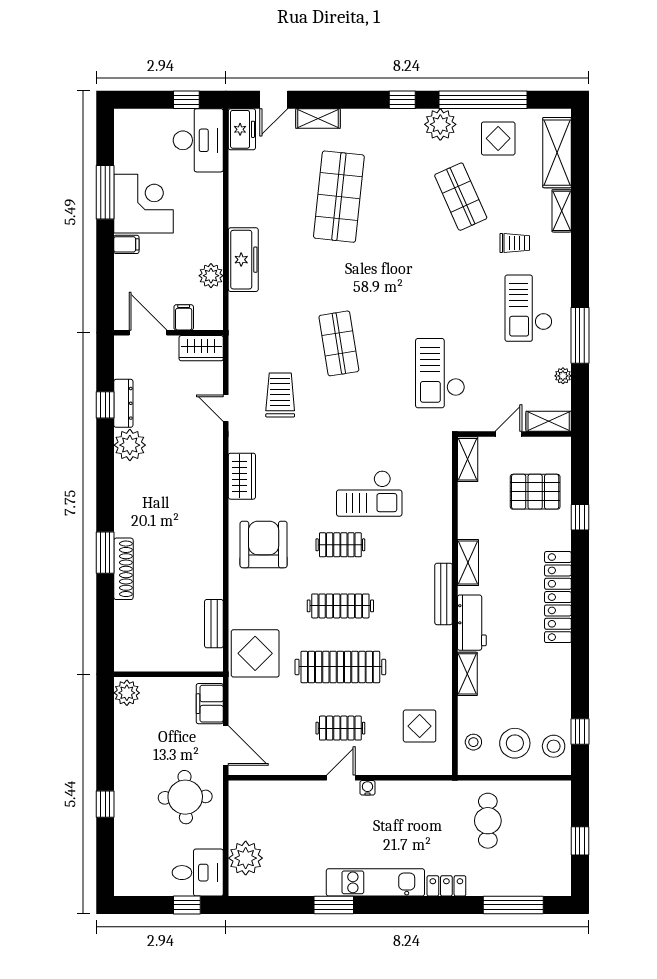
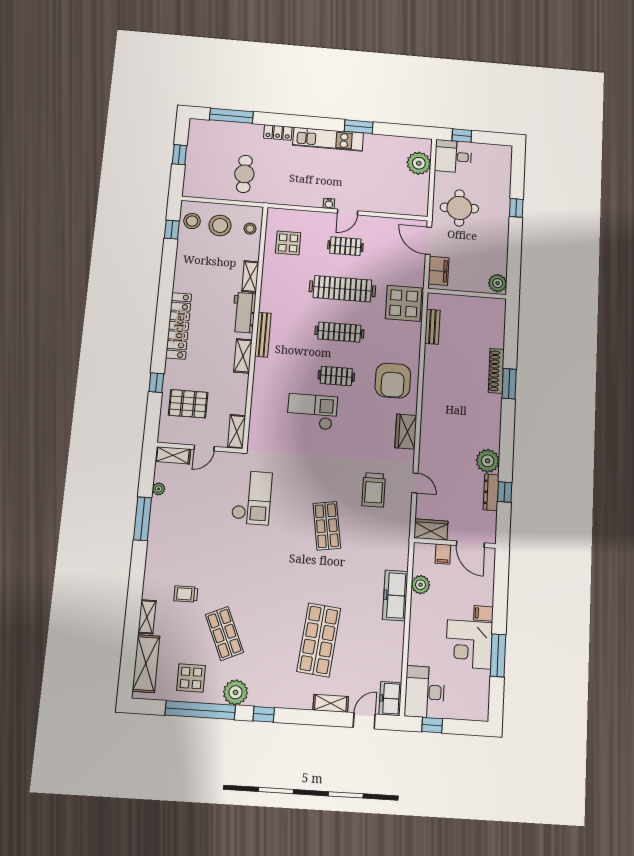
checkout: (528, 308) -> (180, 542), removed

